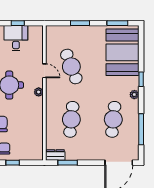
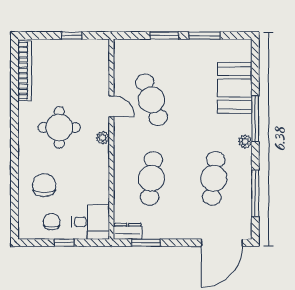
window: (117, 23) -> (205, 36), moved
desk: (16, 38) -> (91, 222), moved, turned 90
booth: (122, 52) -> (235, 88), width x0.73, depth x0.70
window: (141, 79) -> (255, 119), width x2.17

